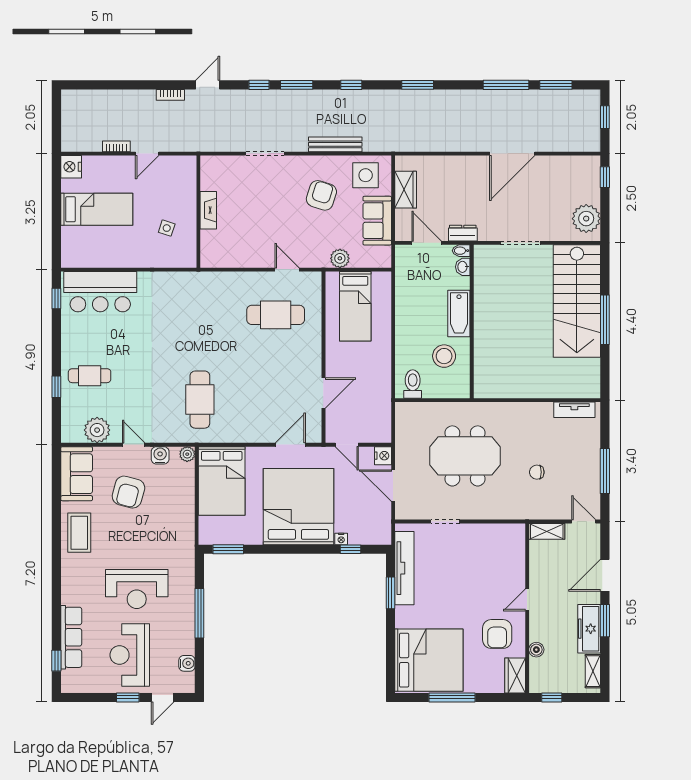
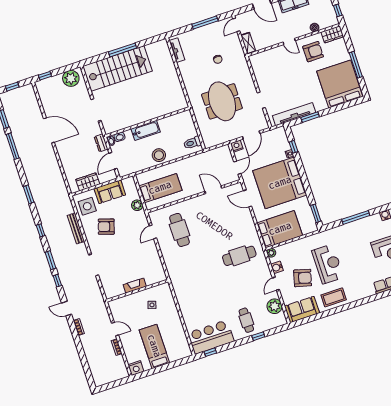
bar counter: (100, 292) -> (211, 337), moved, turned -90
stool: (444, 356) -> (159, 155), moved
reception desk: (137, 589) -> (328, 264), moved

